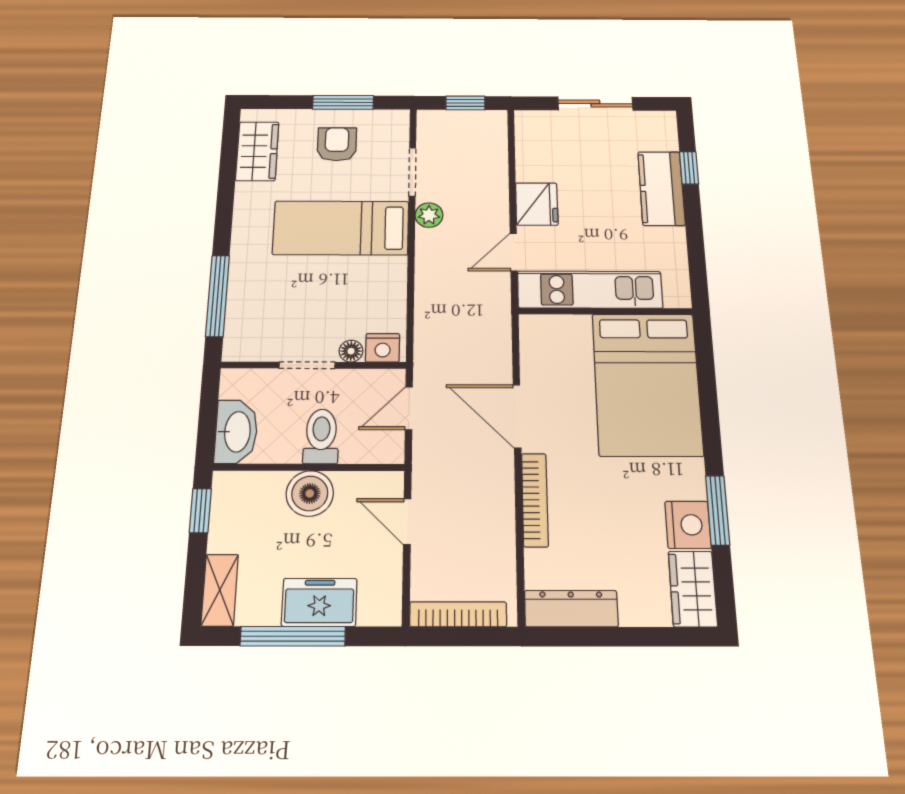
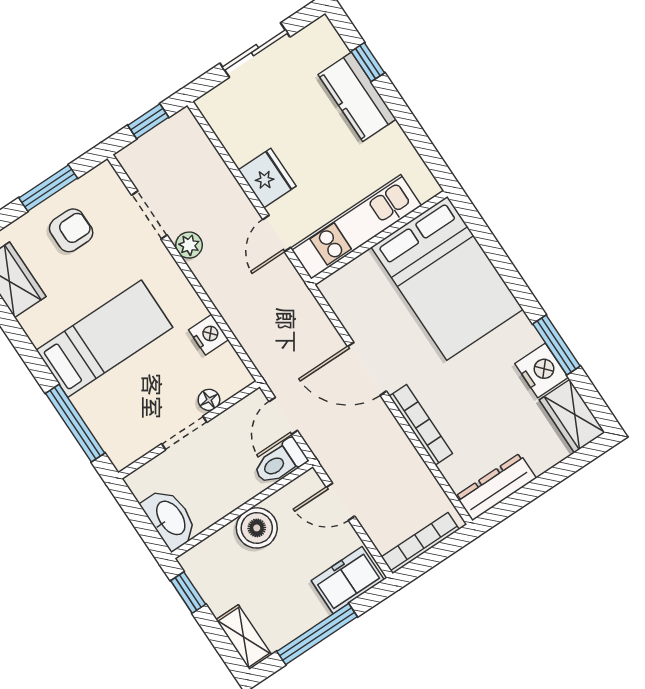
armchair: (337, 144) -> (71, 230), turned 90
bed: (341, 228) -> (104, 339), moved, turned 180
nightstand: (383, 348) -> (208, 335), moved, turned -90
toilet: (321, 436) -> (280, 462), moved, turned -90
freezer: (319, 602) -> (348, 580), moved

